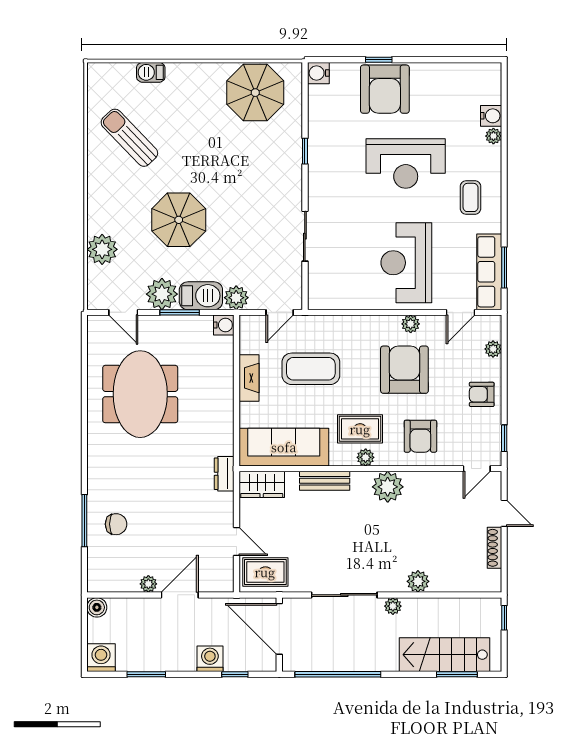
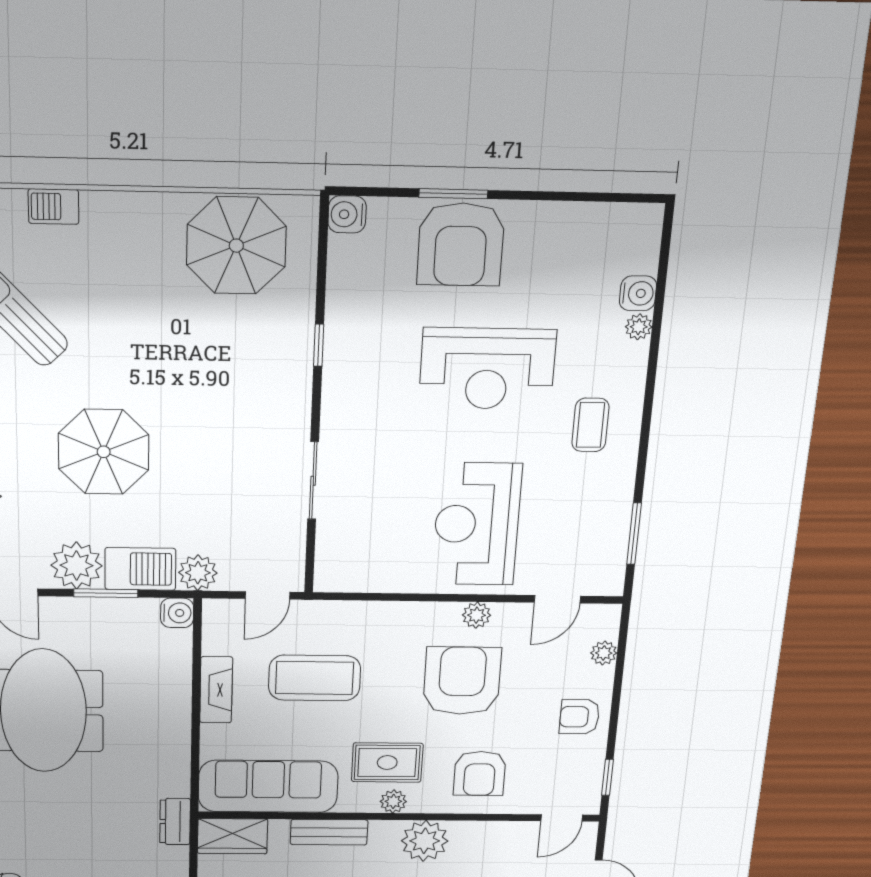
window: (379, 60) -> (453, 194), width x1.50
row of seats: (489, 272) -> (609, 540), removed

